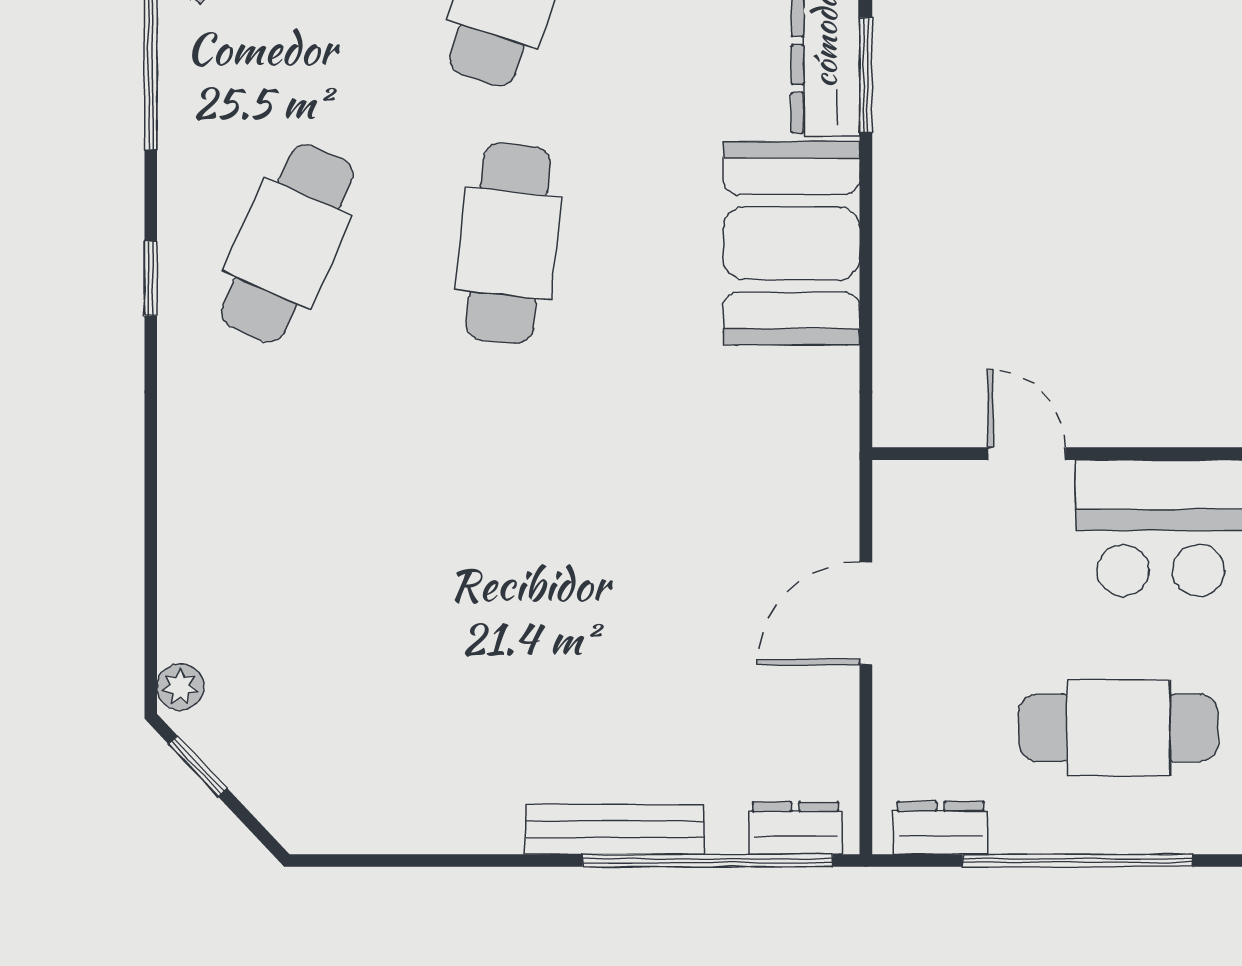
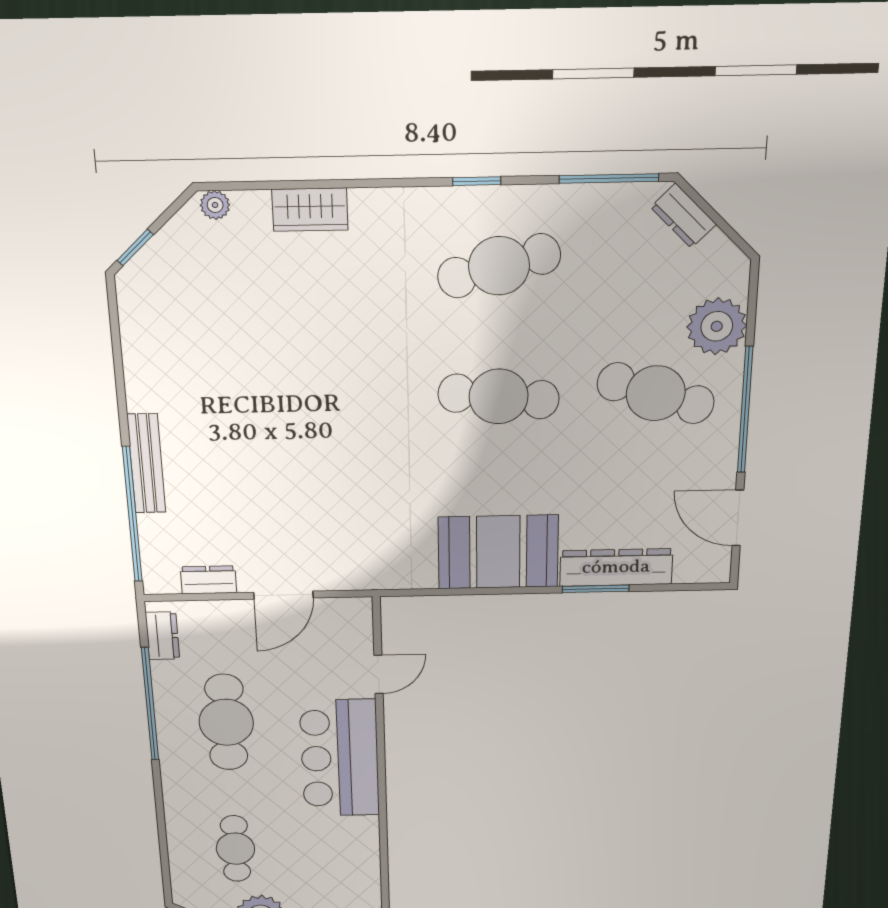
cafe table: (287, 243) -> (499, 266), turned -39
wardrobe: (191, 539) -> (310, 210), added
door: (866, 613) -> (283, 595), swing flipped
window: (198, 766) -> (135, 248), moved
dresser: (795, 828) -> (209, 580), moved, turned -90

